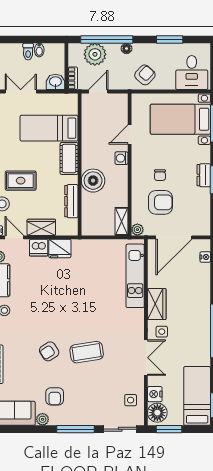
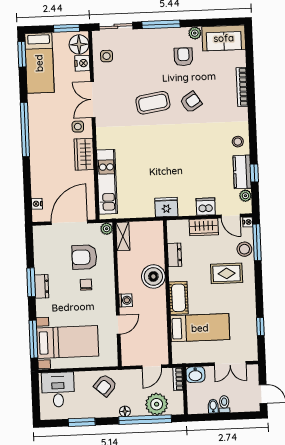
dresser: (71, 201) -> (175, 255), width x0.70
fridge: (60, 248) -> (166, 207), moved

